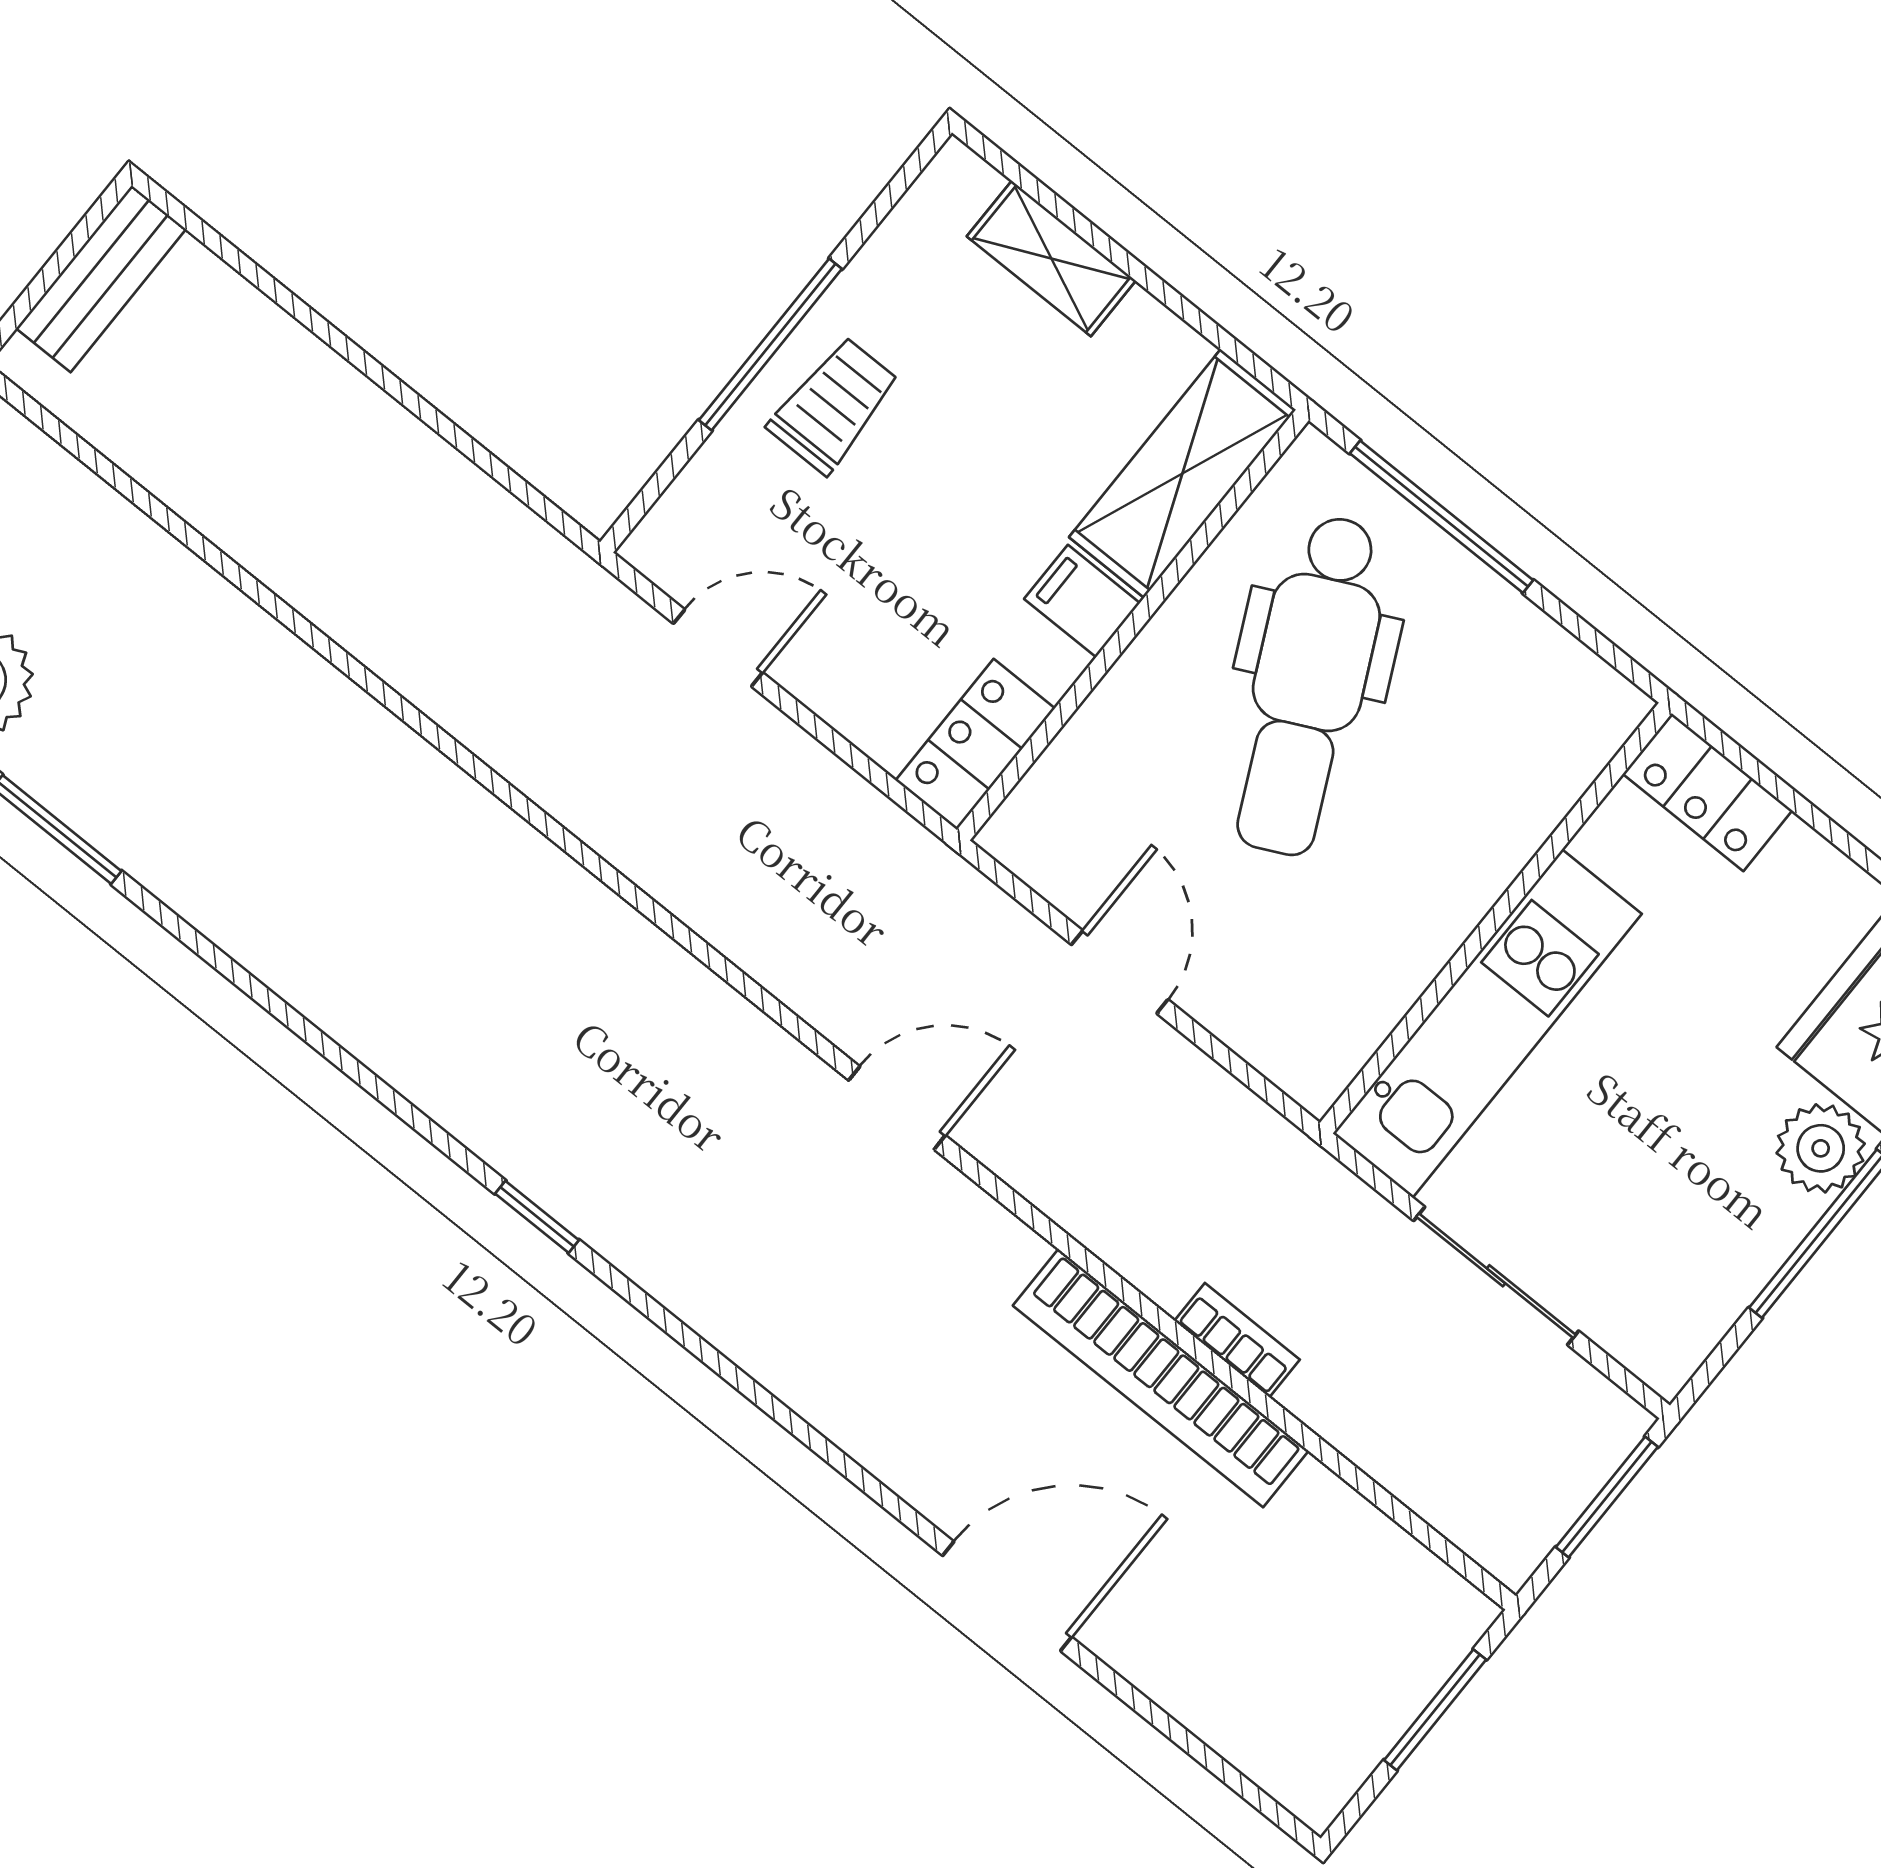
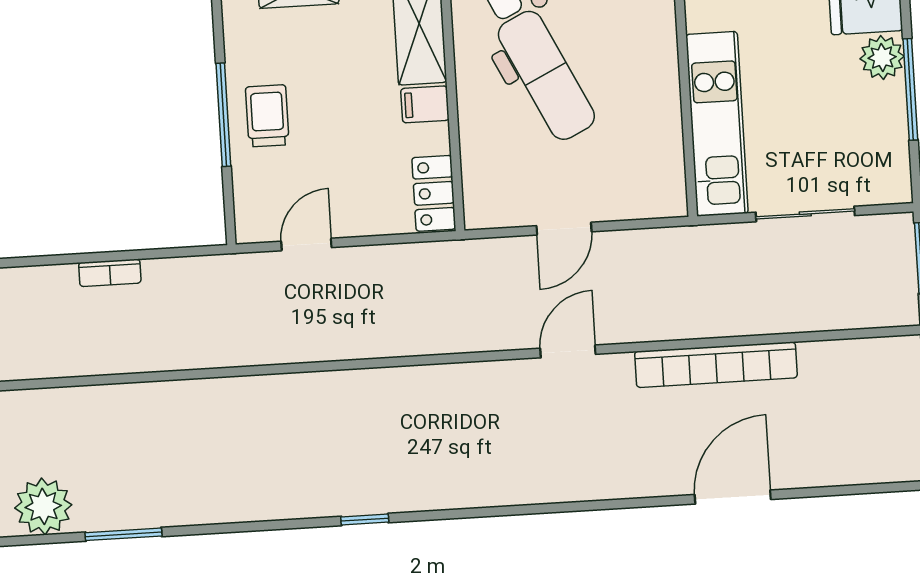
door: (1120, 972) -> (564, 229), swing flipped
door: (897, 1108) -> (568, 351), moved
window: (537, 1217) -> (365, 520), moved
bookcase: (1237, 1340) -> (110, 273), moved, turned 180

